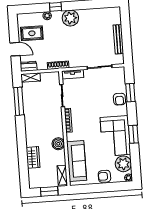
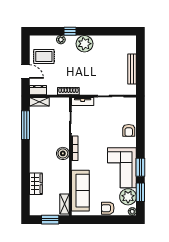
window: (130, 93) -> (140, 192), moved
boiler: (58, 144) -> (63, 153), moved

